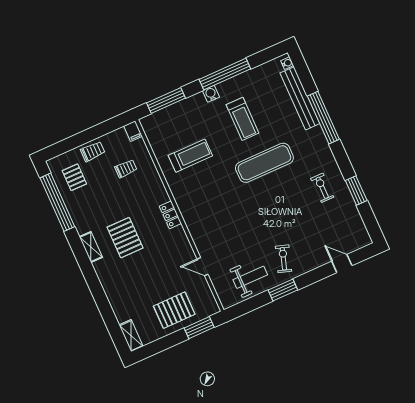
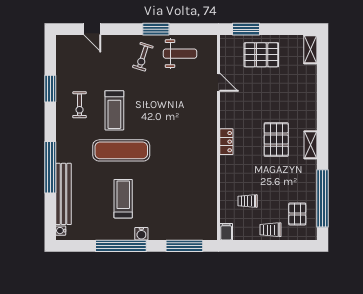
treadmill: (190, 156) -> (114, 110), moved, turned -90
weight bench: (250, 277) -> (180, 54), turned 180

